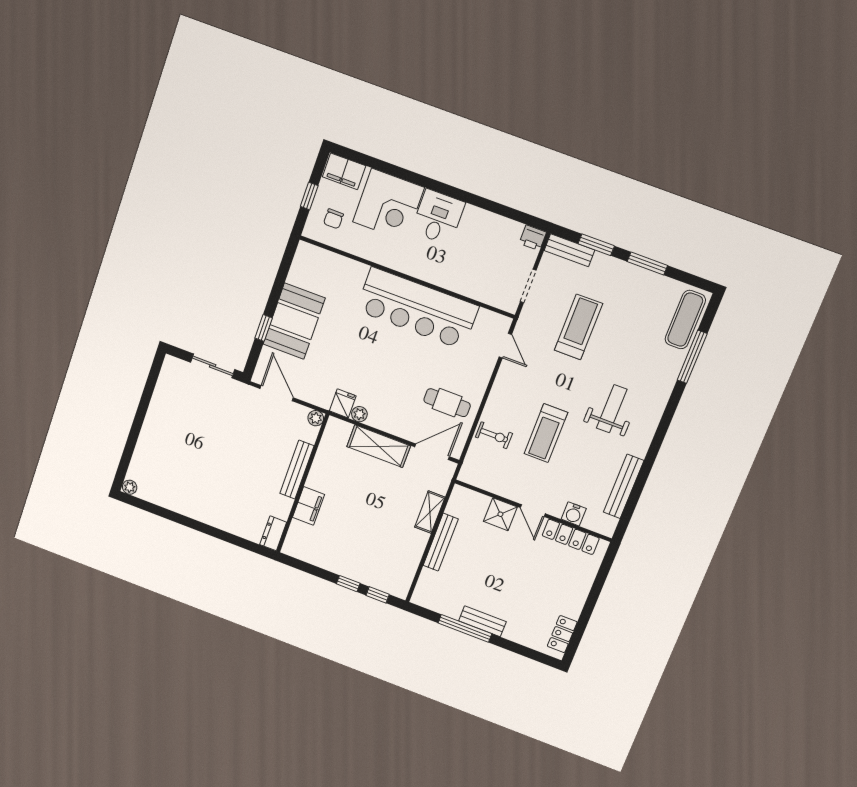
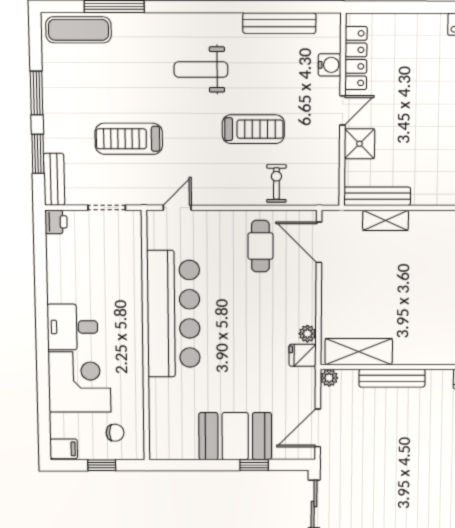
filing cabinet: (344, 171) -> (64, 449), width x0.50
shelving: (379, 446) -> (359, 352), moved, turned 90
filing cabinet: (308, 506) -> (427, 352), removed
bench: (441, 542) -> (377, 196), moved

